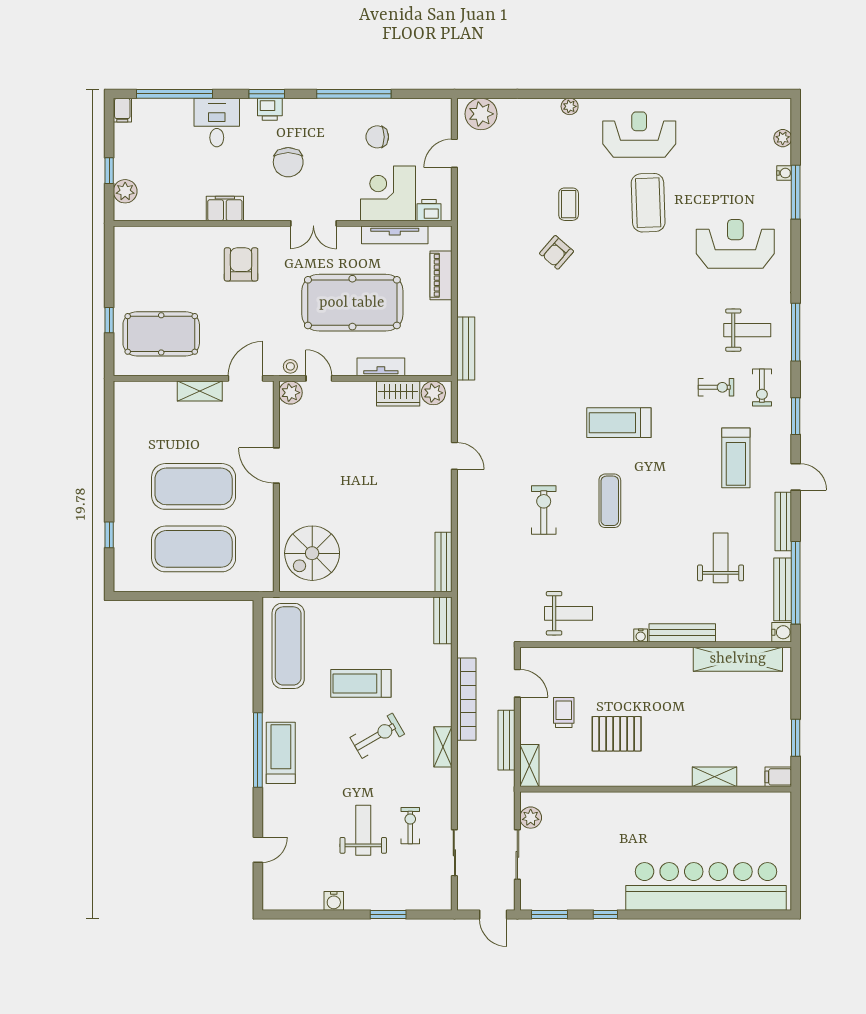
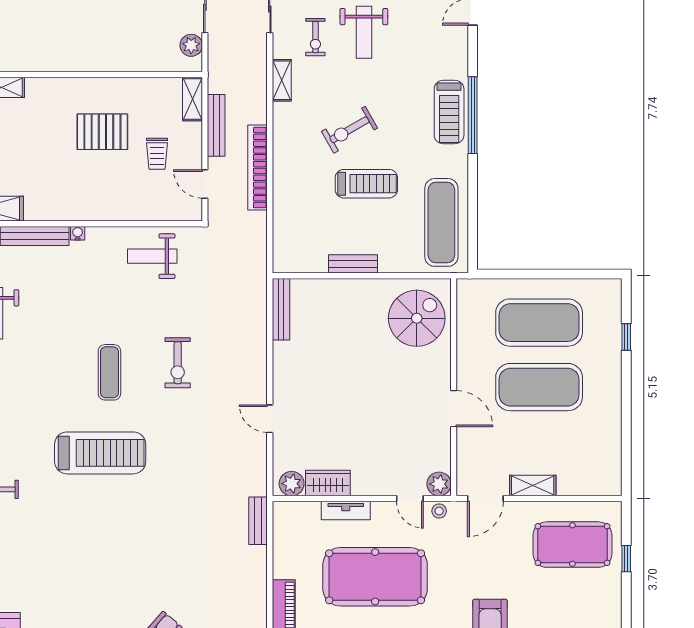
bench: (466, 349) -> (258, 521), width x0.73
treadmill: (619, 423) -> (100, 453), width x1.37, depth x1.38
bench: (443, 620) -> (353, 264), moved, turned 90
shelving: (443, 747) -> (282, 80), moved

